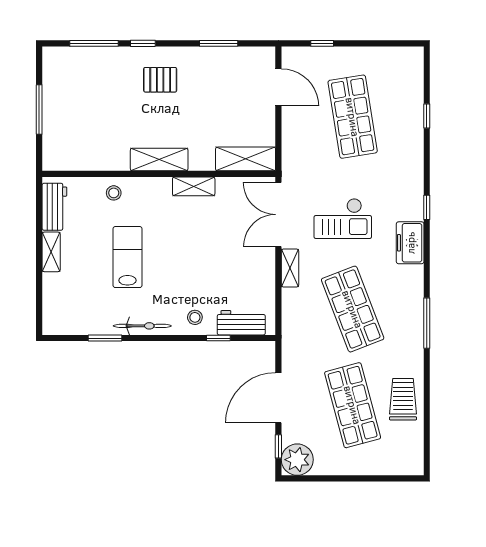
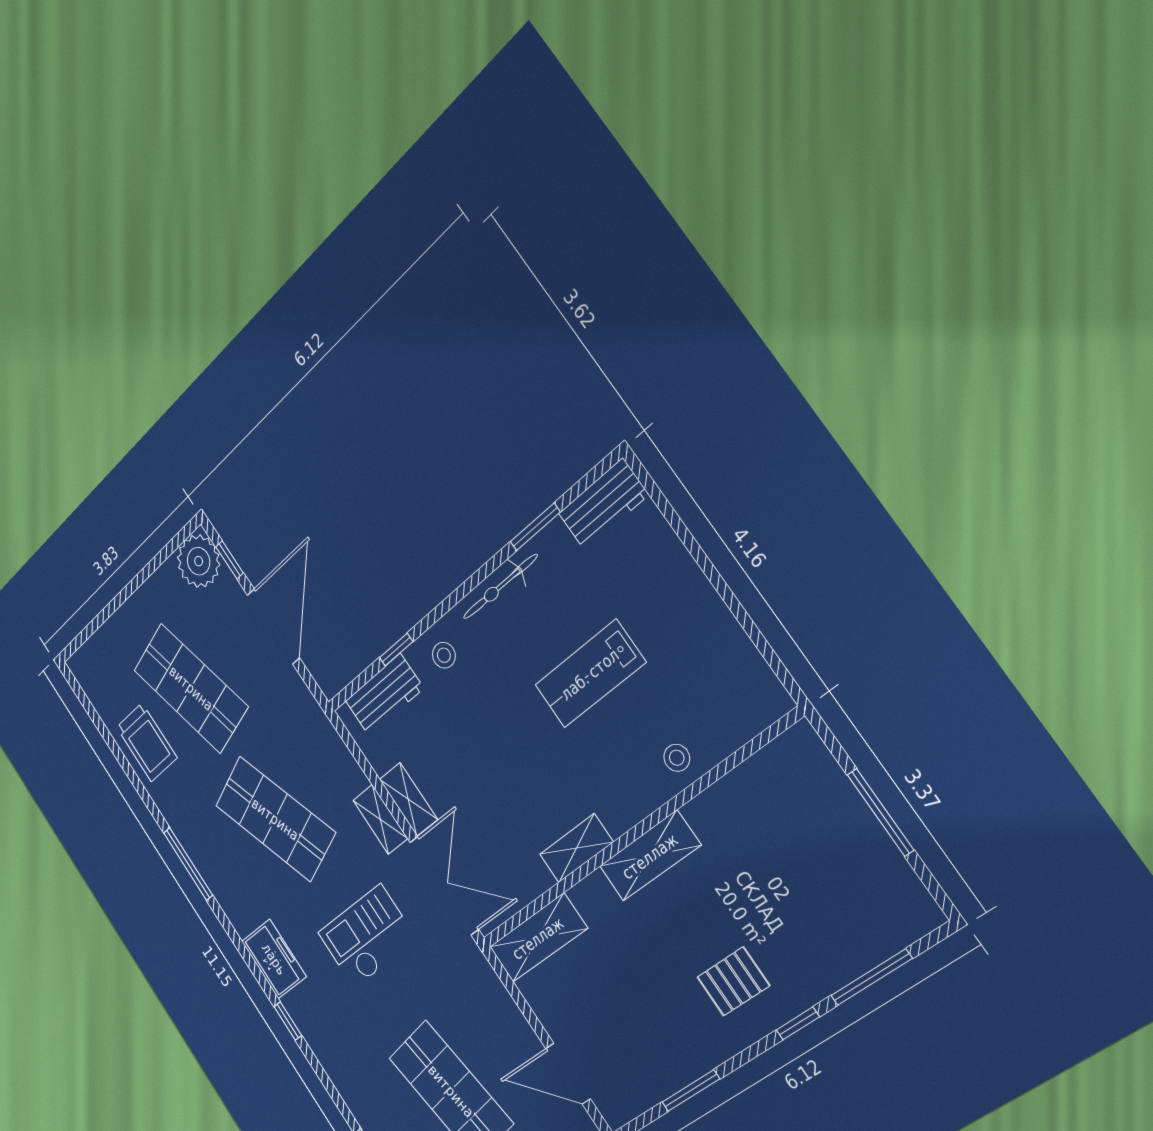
workbench: (54, 207) -> (603, 504), moved, turned -90
shelving: (51, 252) -> (408, 799), moved
lab bench: (127, 257) -> (590, 674), turned 90

